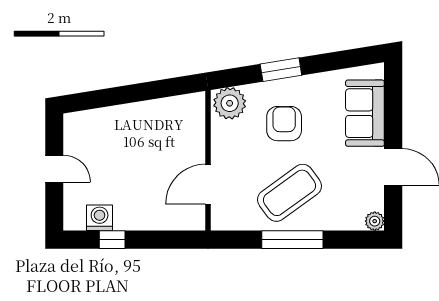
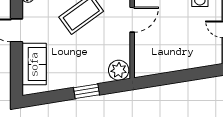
armchair: (284, 124) -> (85, 58), removed

